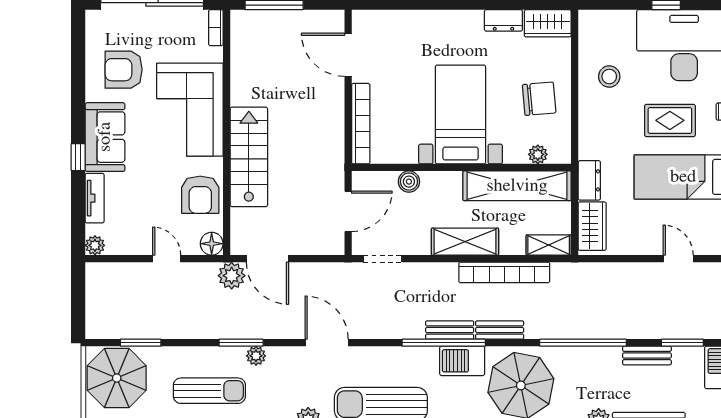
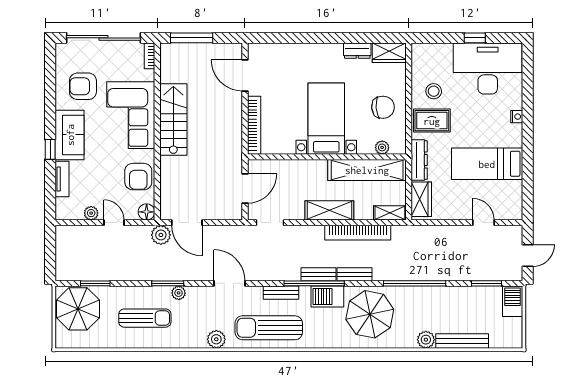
rug: (670, 120) -> (432, 121), moved
stairs: (249, 157) -> (173, 120), moved
dresser: (589, 180) -> (419, 160), width x1.44
boiler: (409, 182) -> (289, 167), removed
plant: (95, 245) -> (91, 213), moved
bench: (647, 356) -> (281, 293), moved

